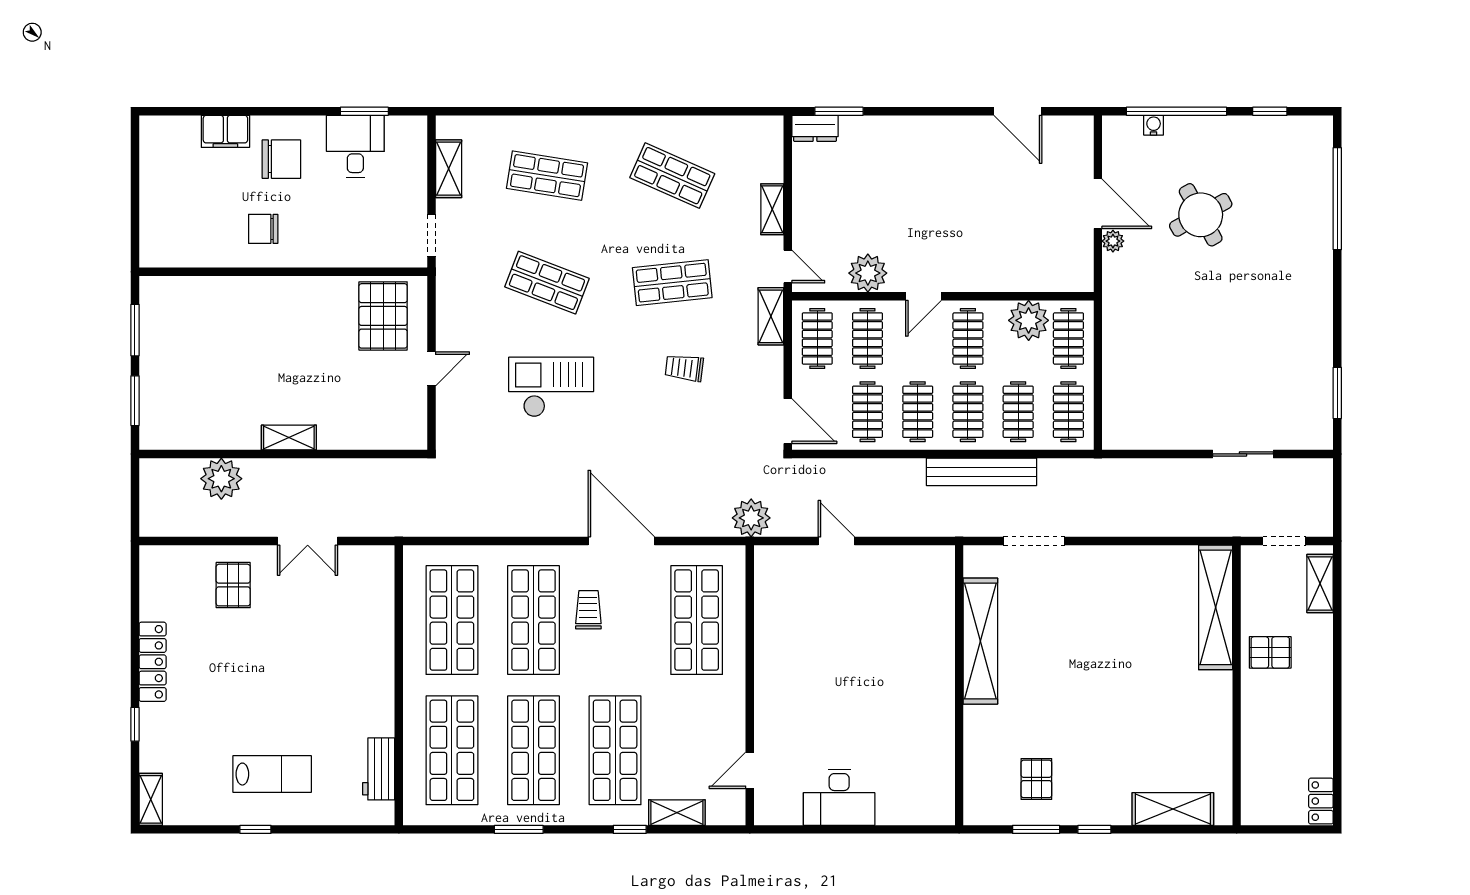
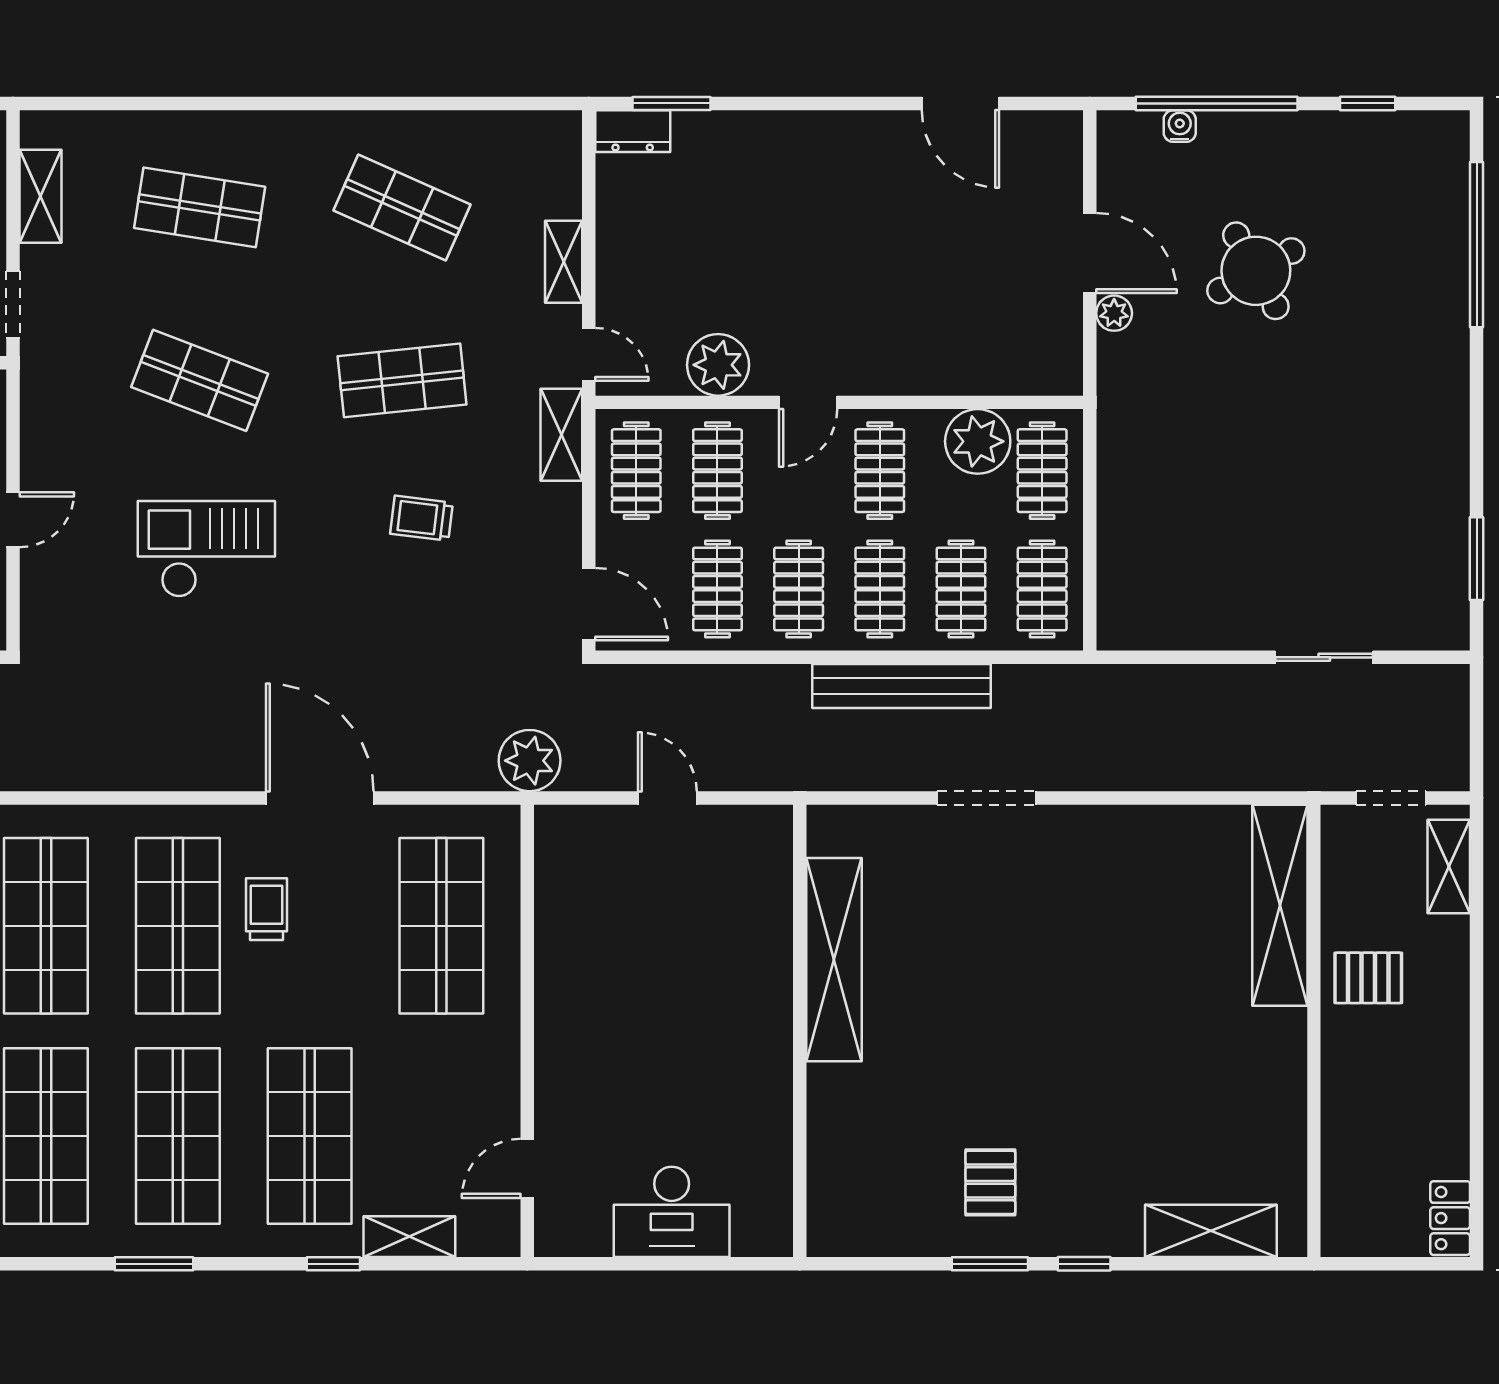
shelving: (980, 641) -> (834, 960), moved
wall: (959, 685) -> (800, 1031), moved

